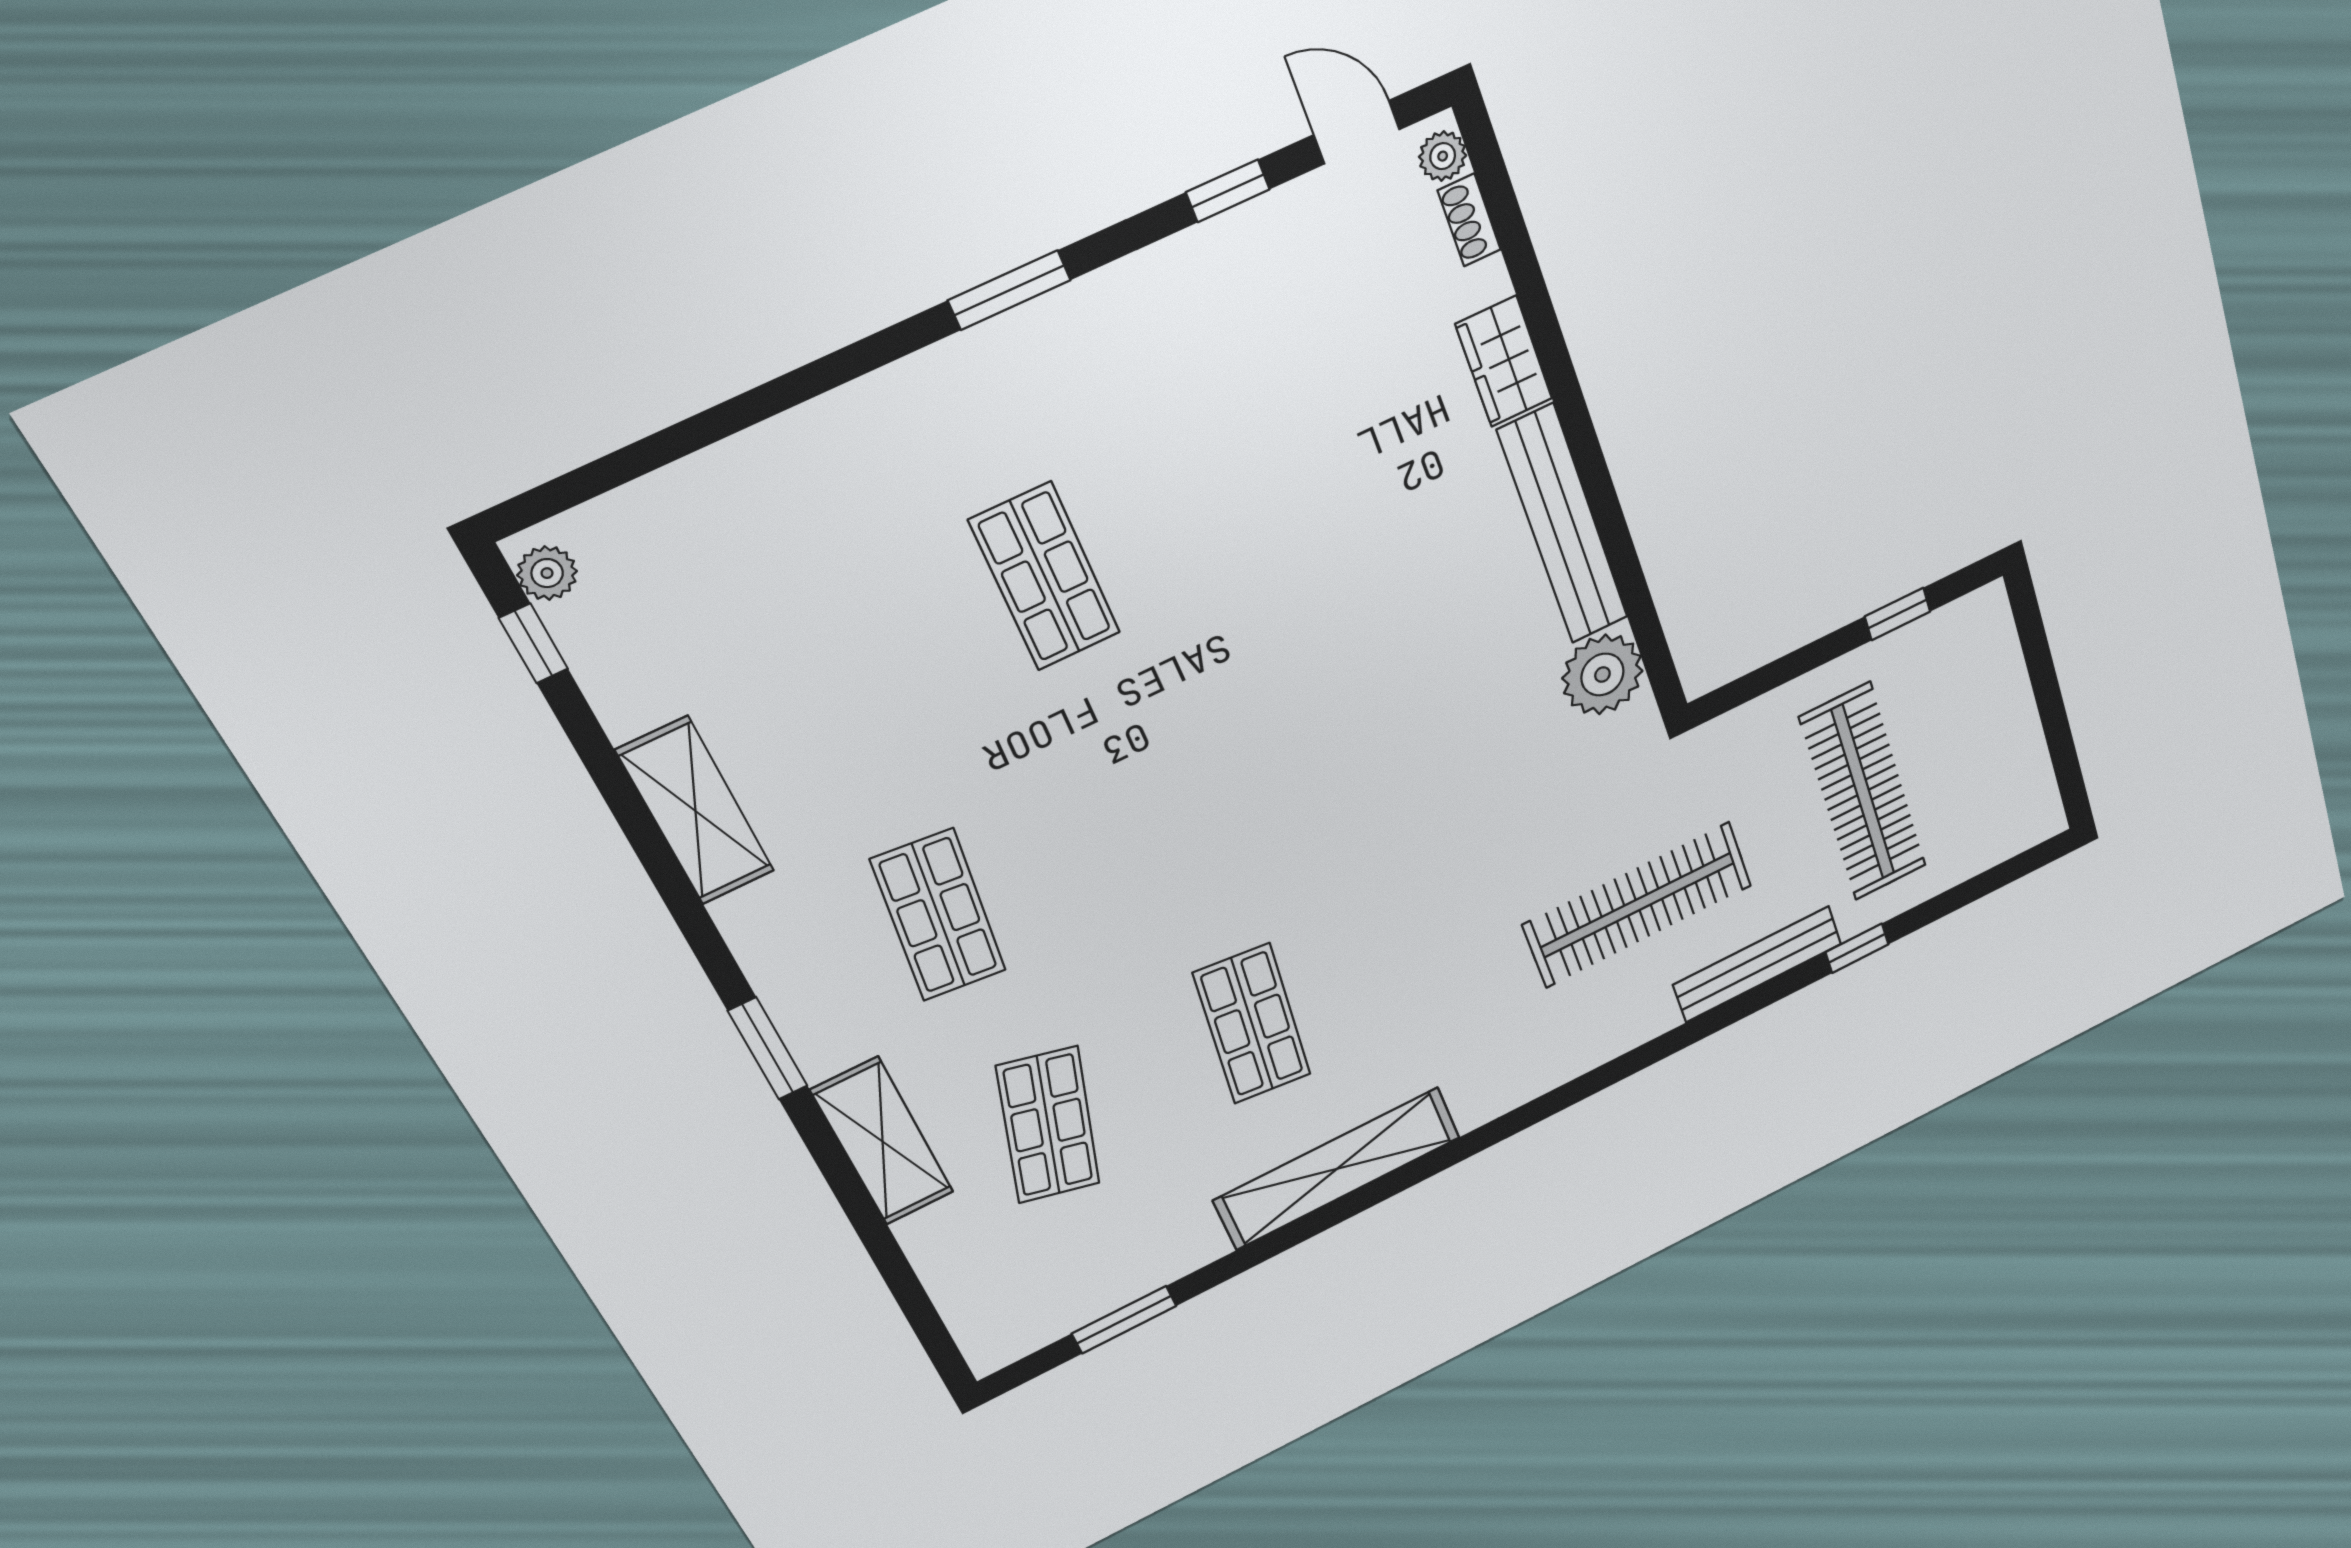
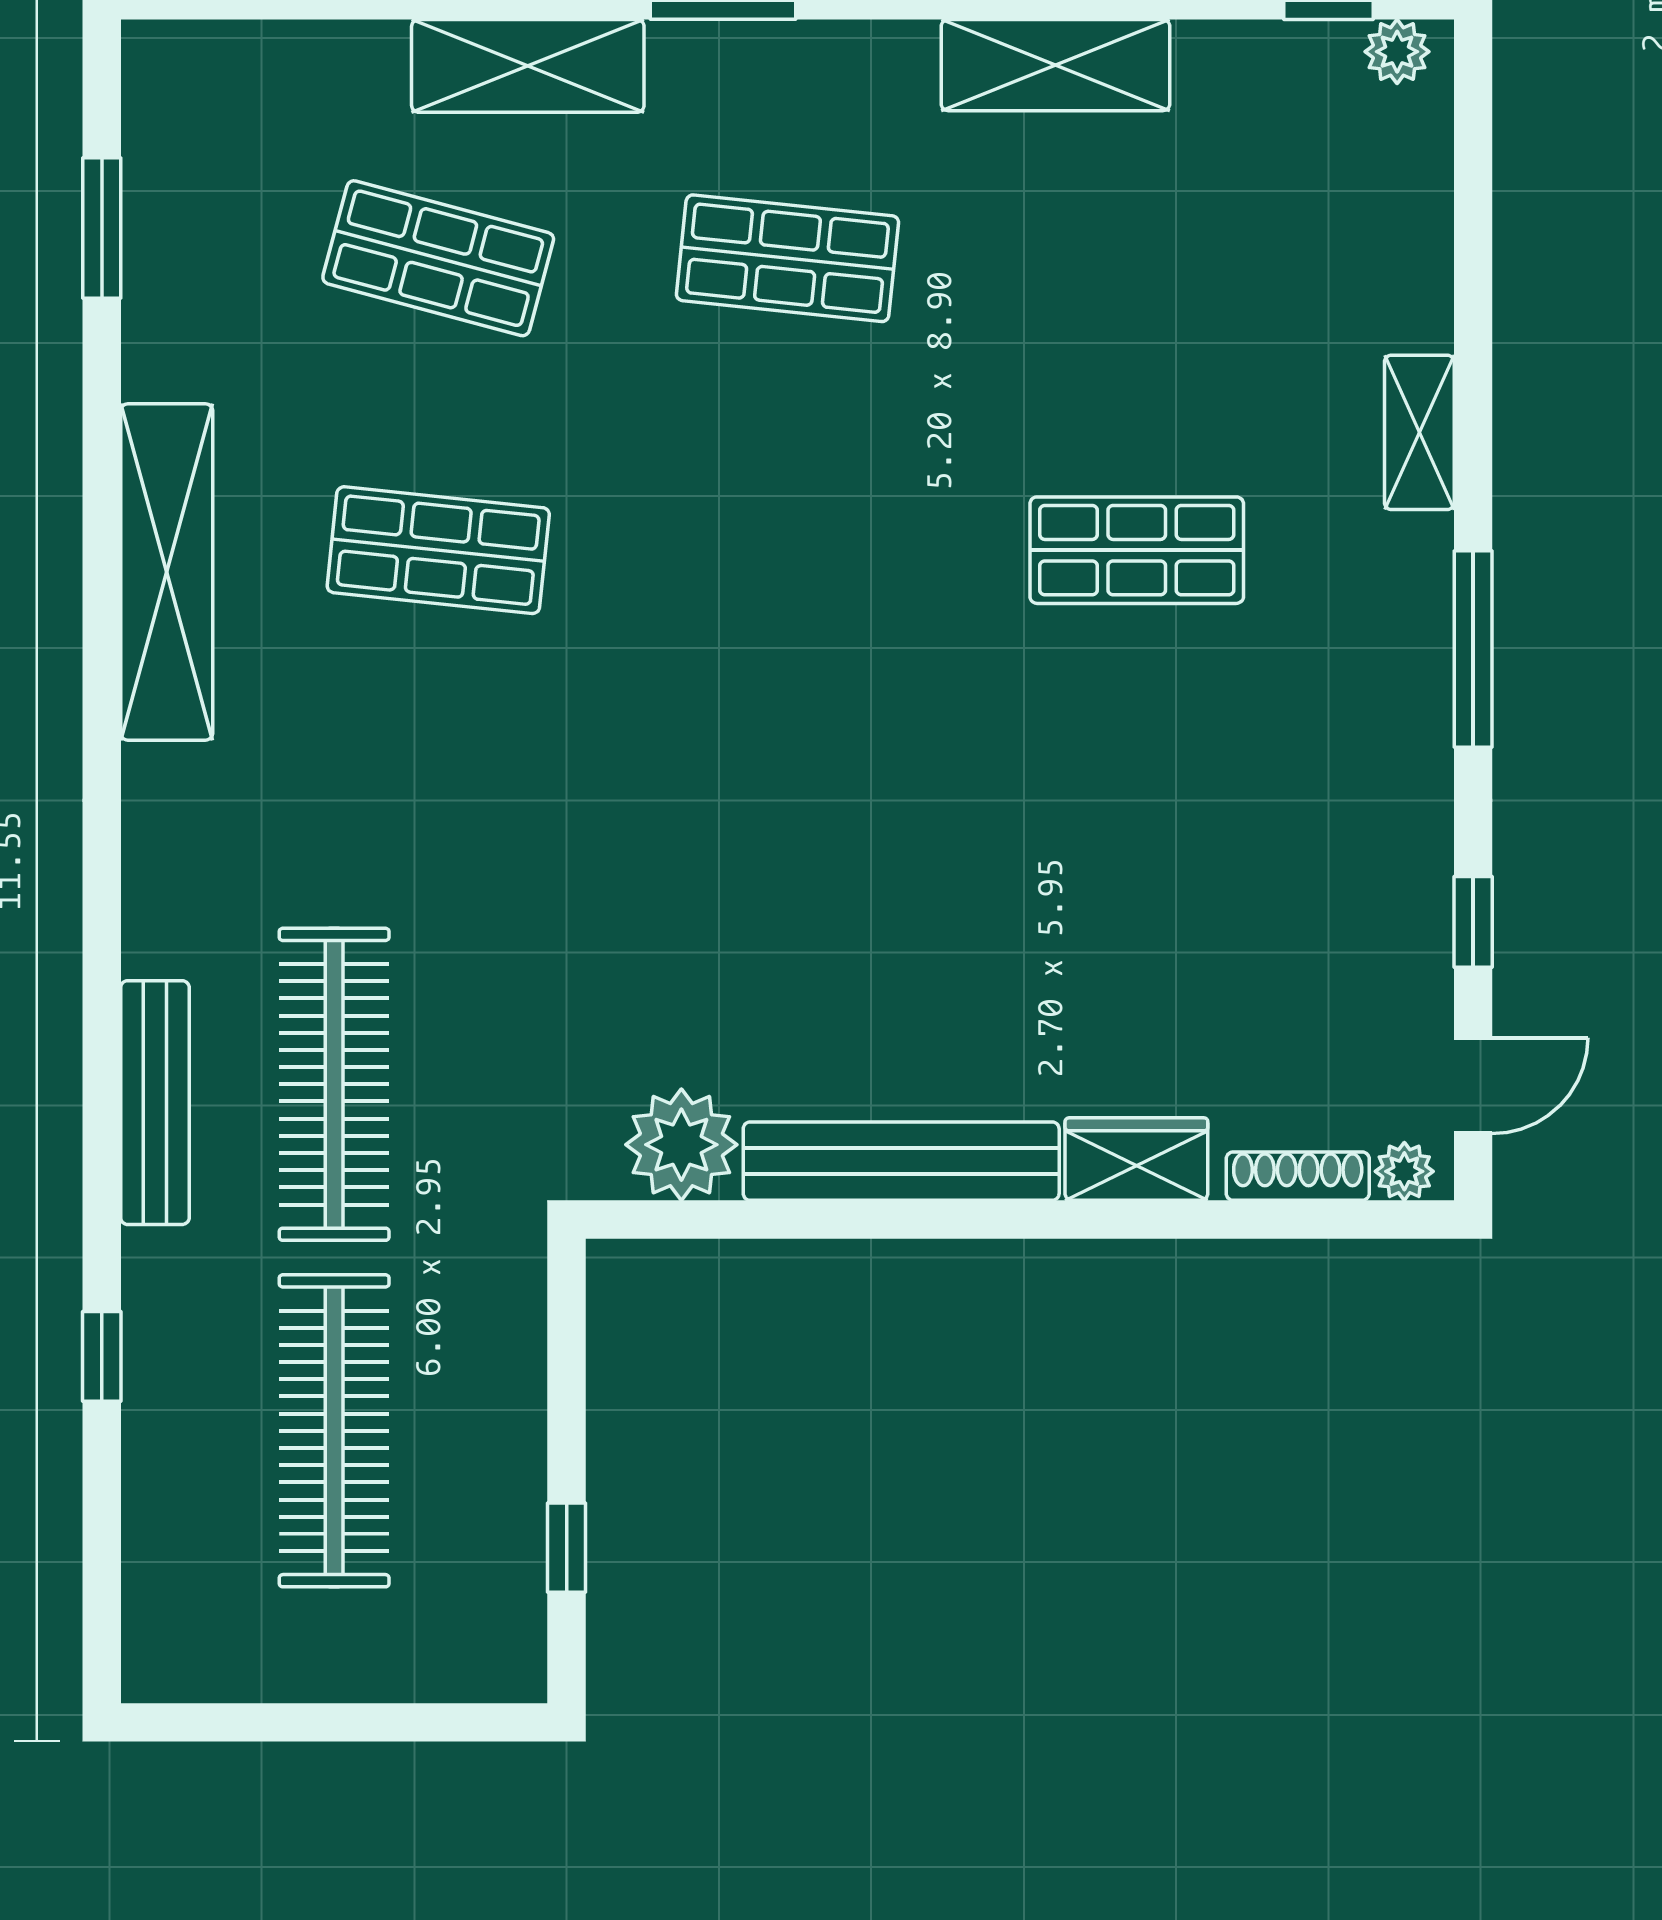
shoe rack: (1469, 220) -> (1298, 1176), width x1.43
window: (1009, 290) -> (1473, 649), width x1.44
shelving: (853, 412) -> (1419, 432), added
clothes rail: (1863, 792) -> (334, 1431), turned 90
bench: (1757, 964) -> (155, 1103), moved

